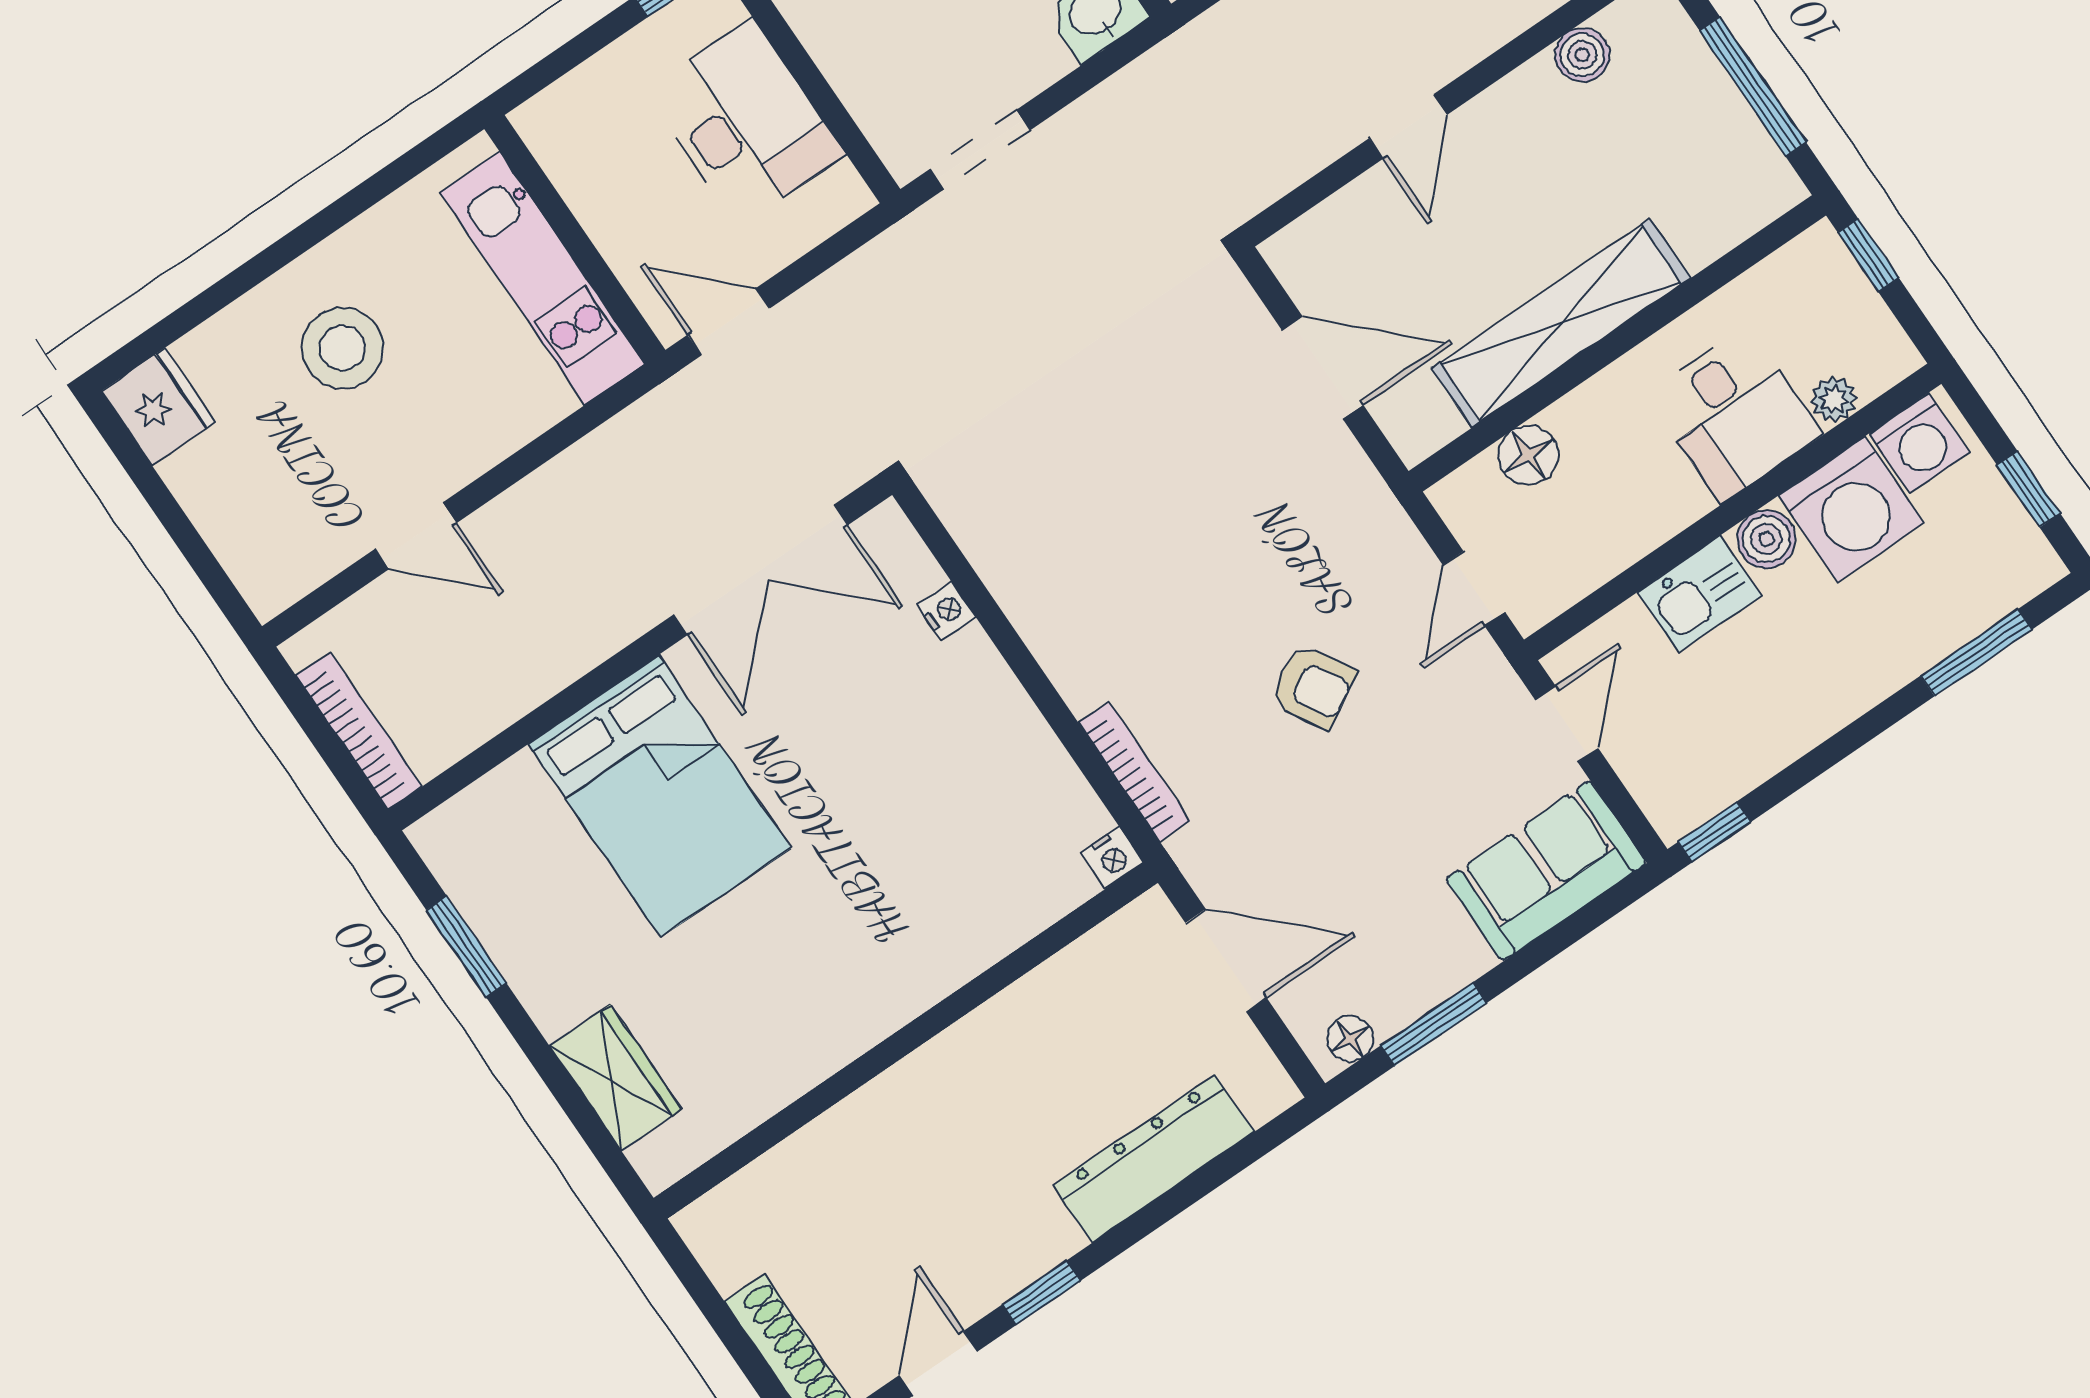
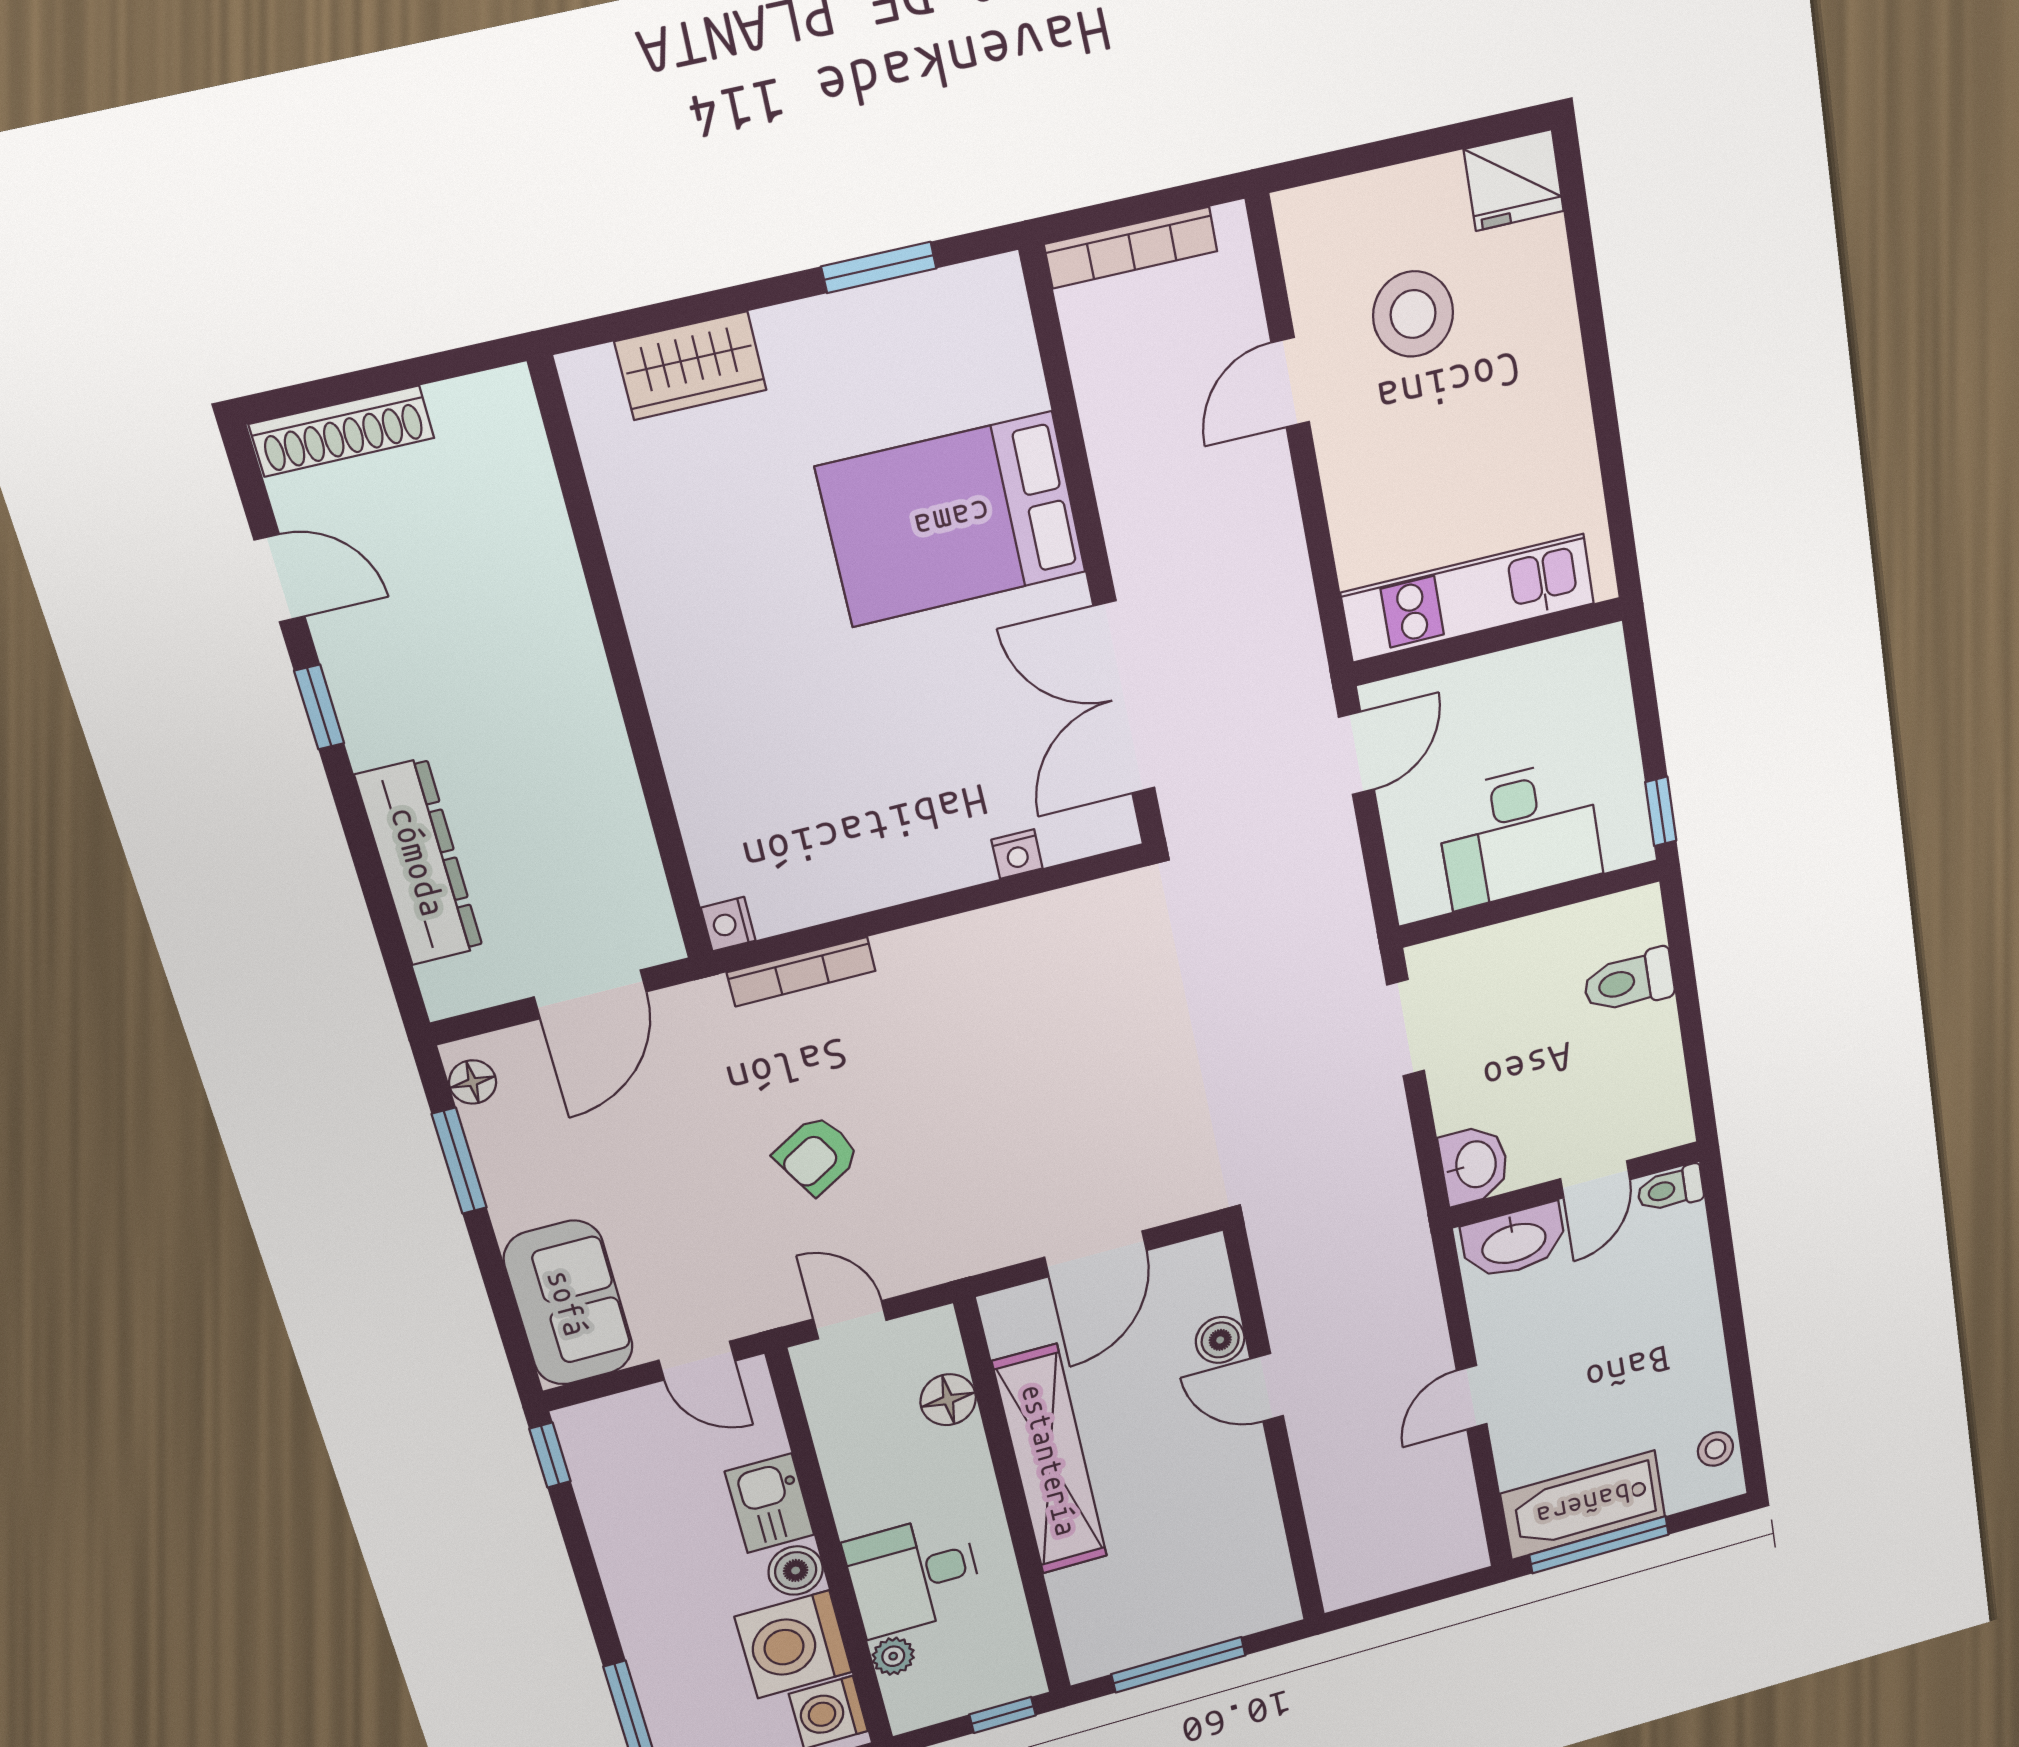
boiler: (1582, 55) -> (1220, 1340), moved
stool: (342, 348) -> (1413, 314), moved

